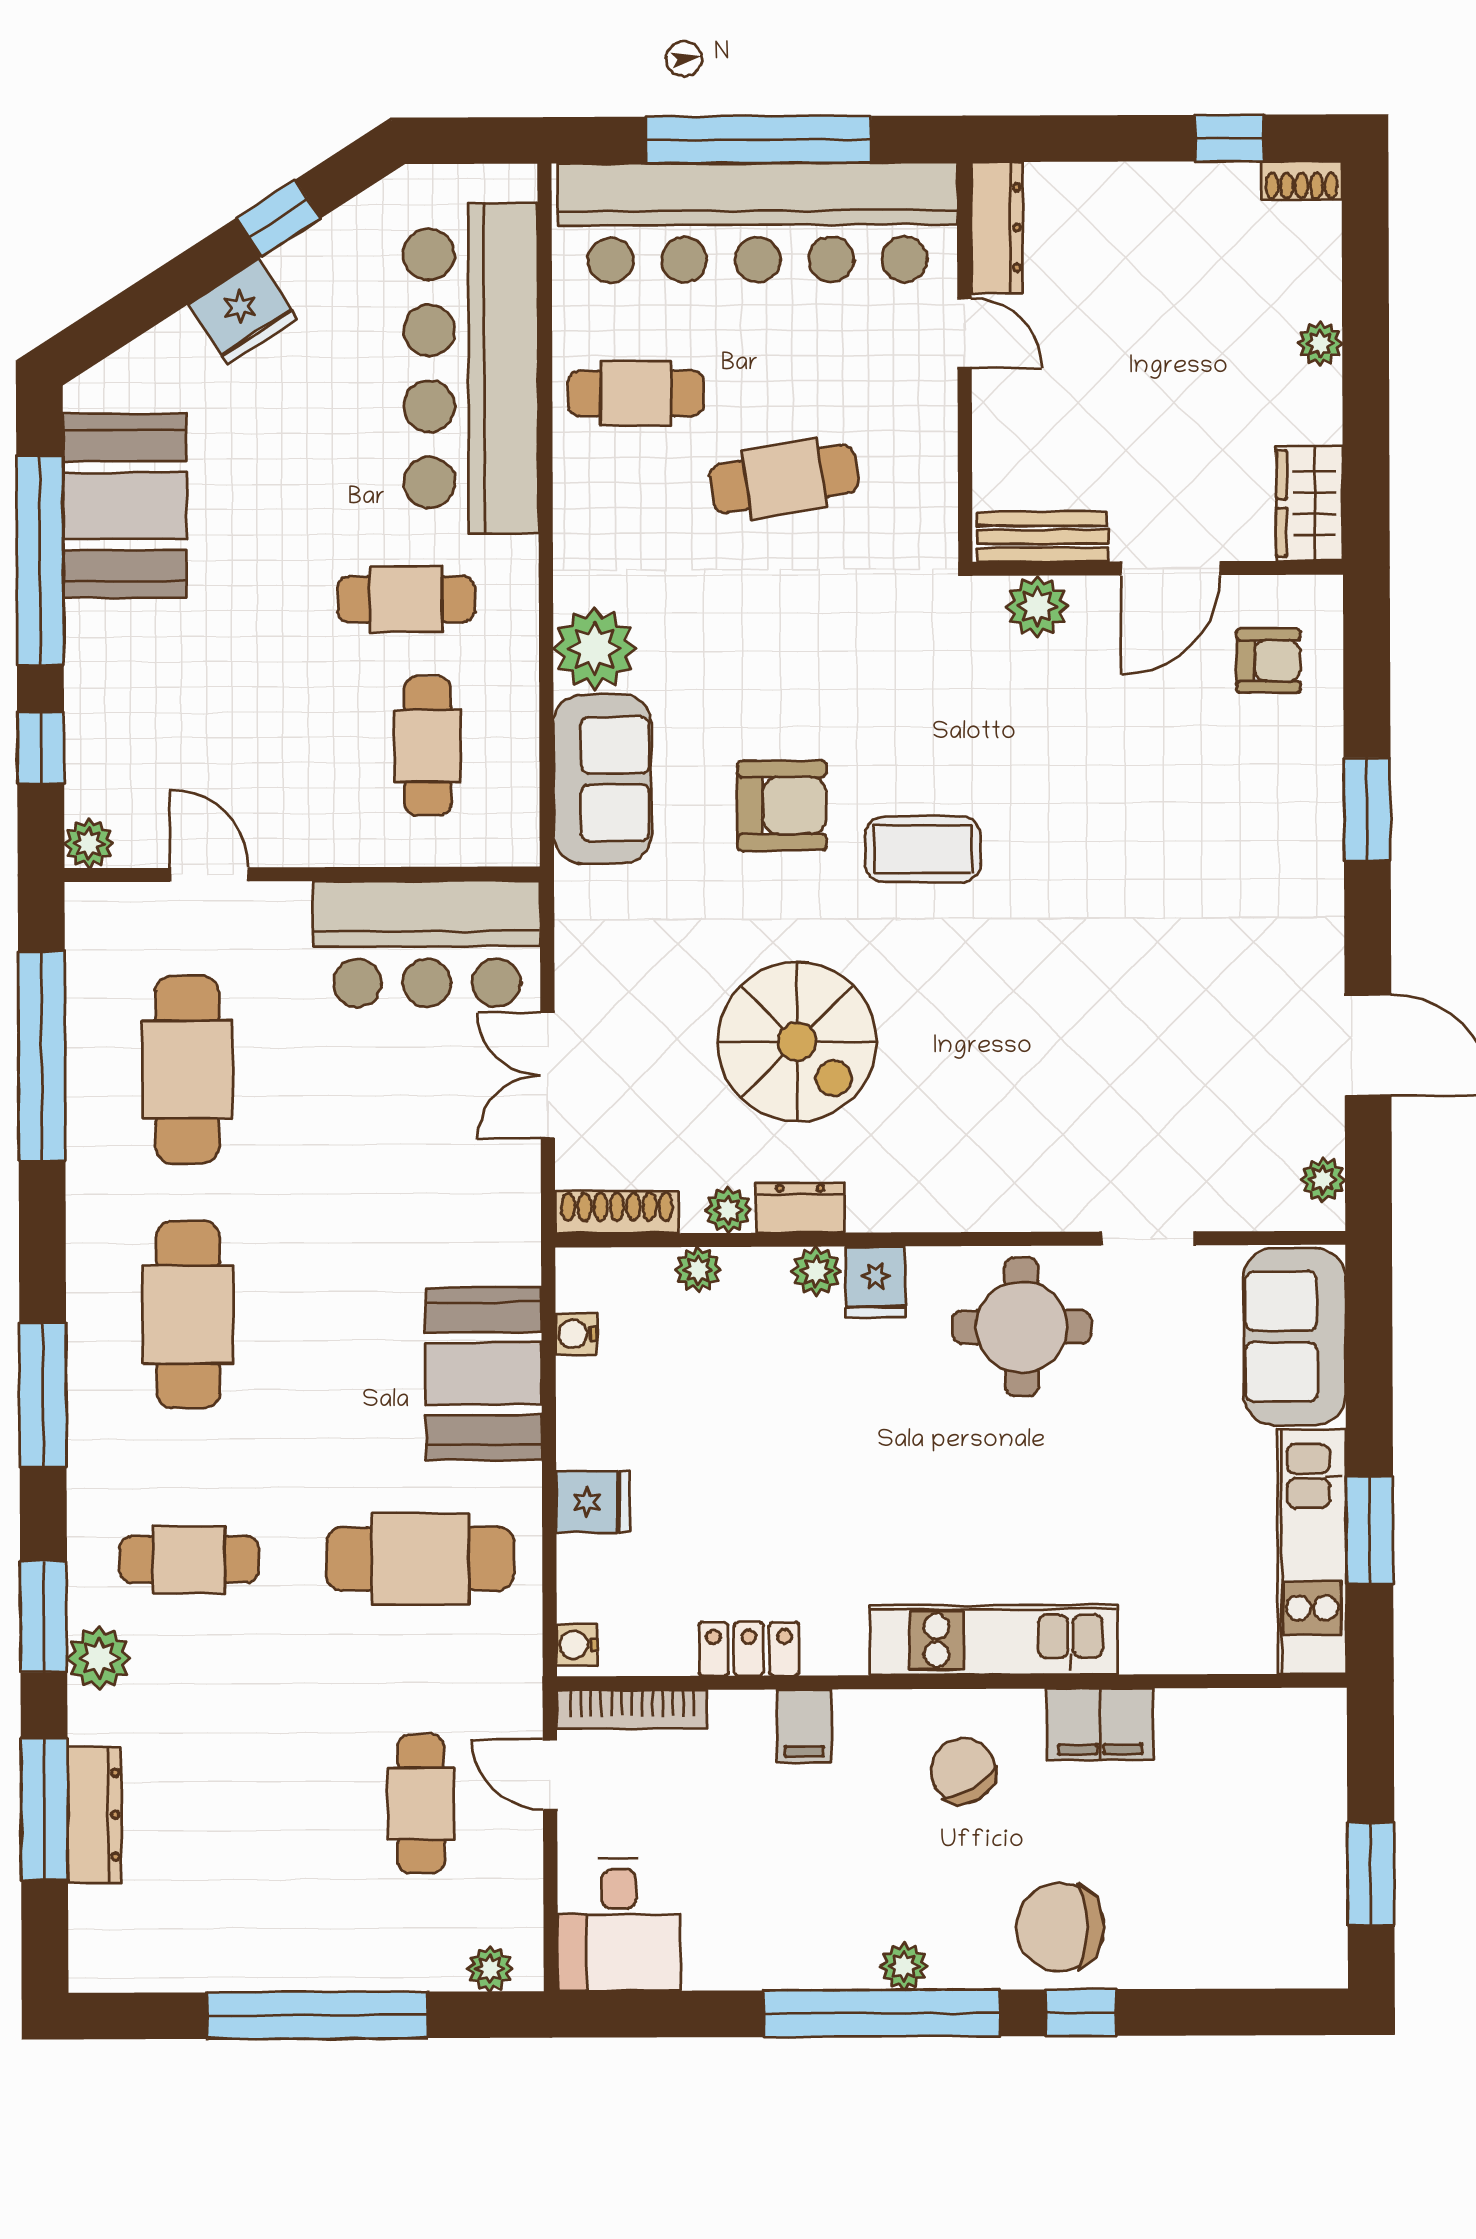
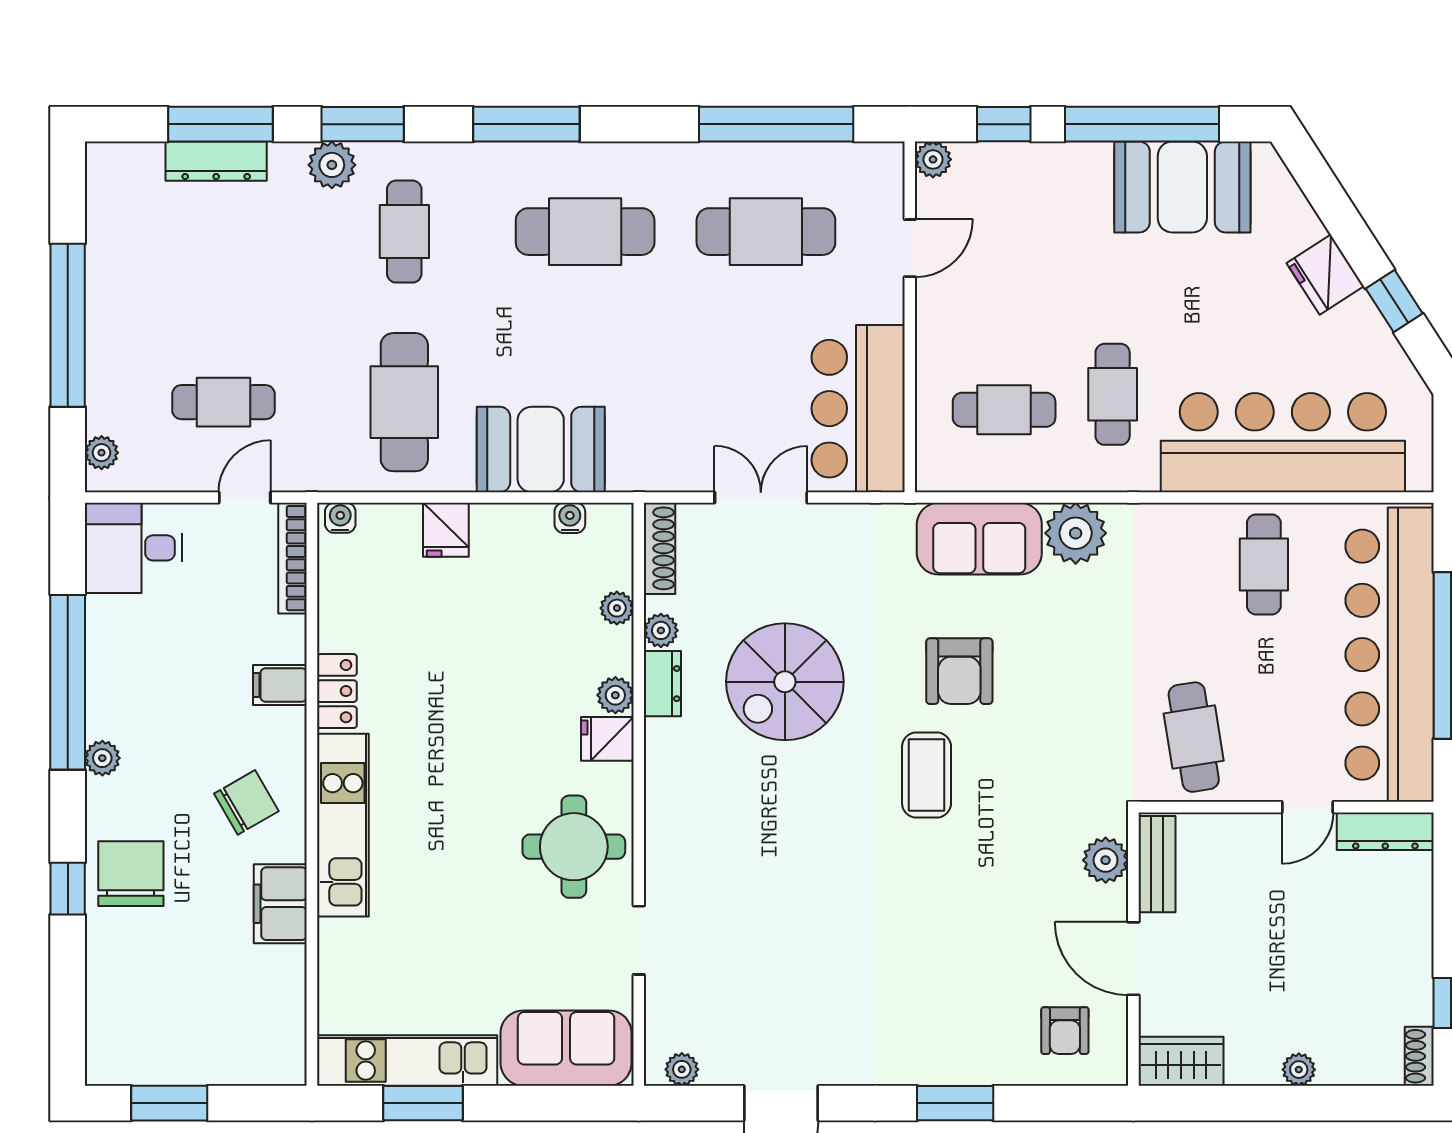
cafe table: (784, 479) -> (1194, 737), moved
locker: (749, 1649) -> (337, 691), moved
window: (882, 2013) -> (68, 682), moved

